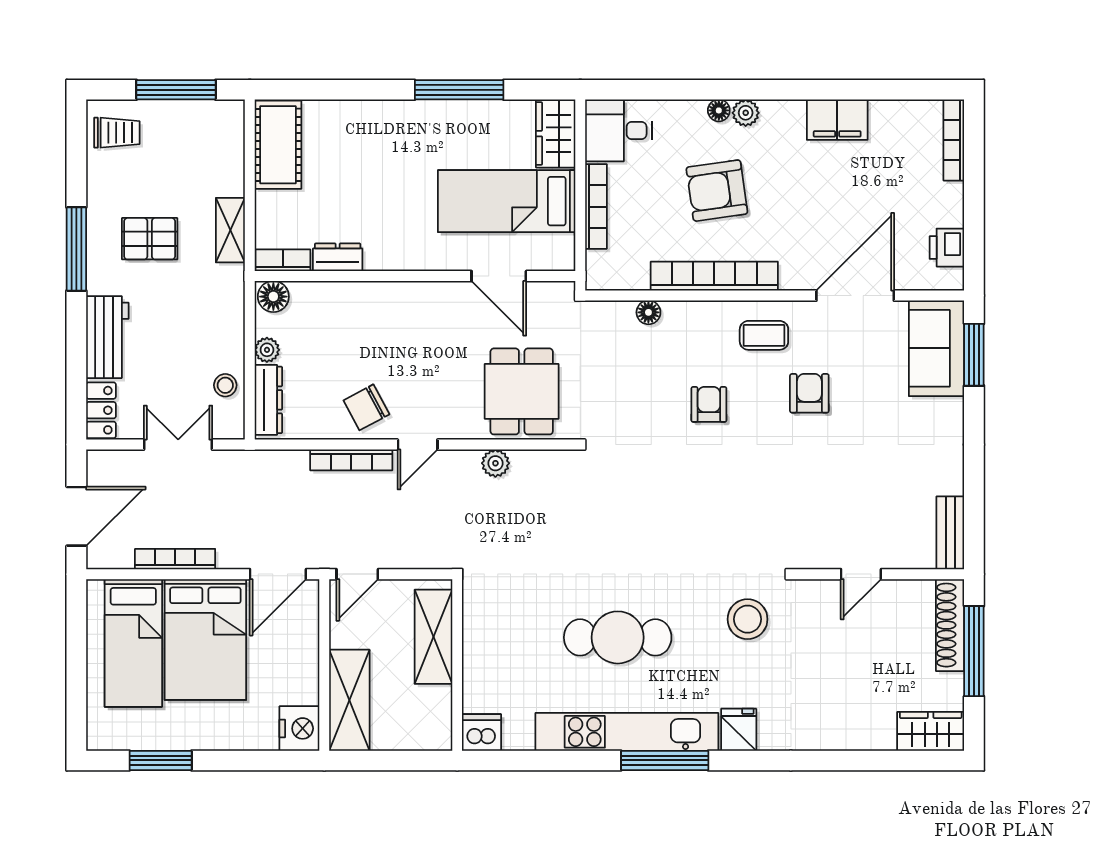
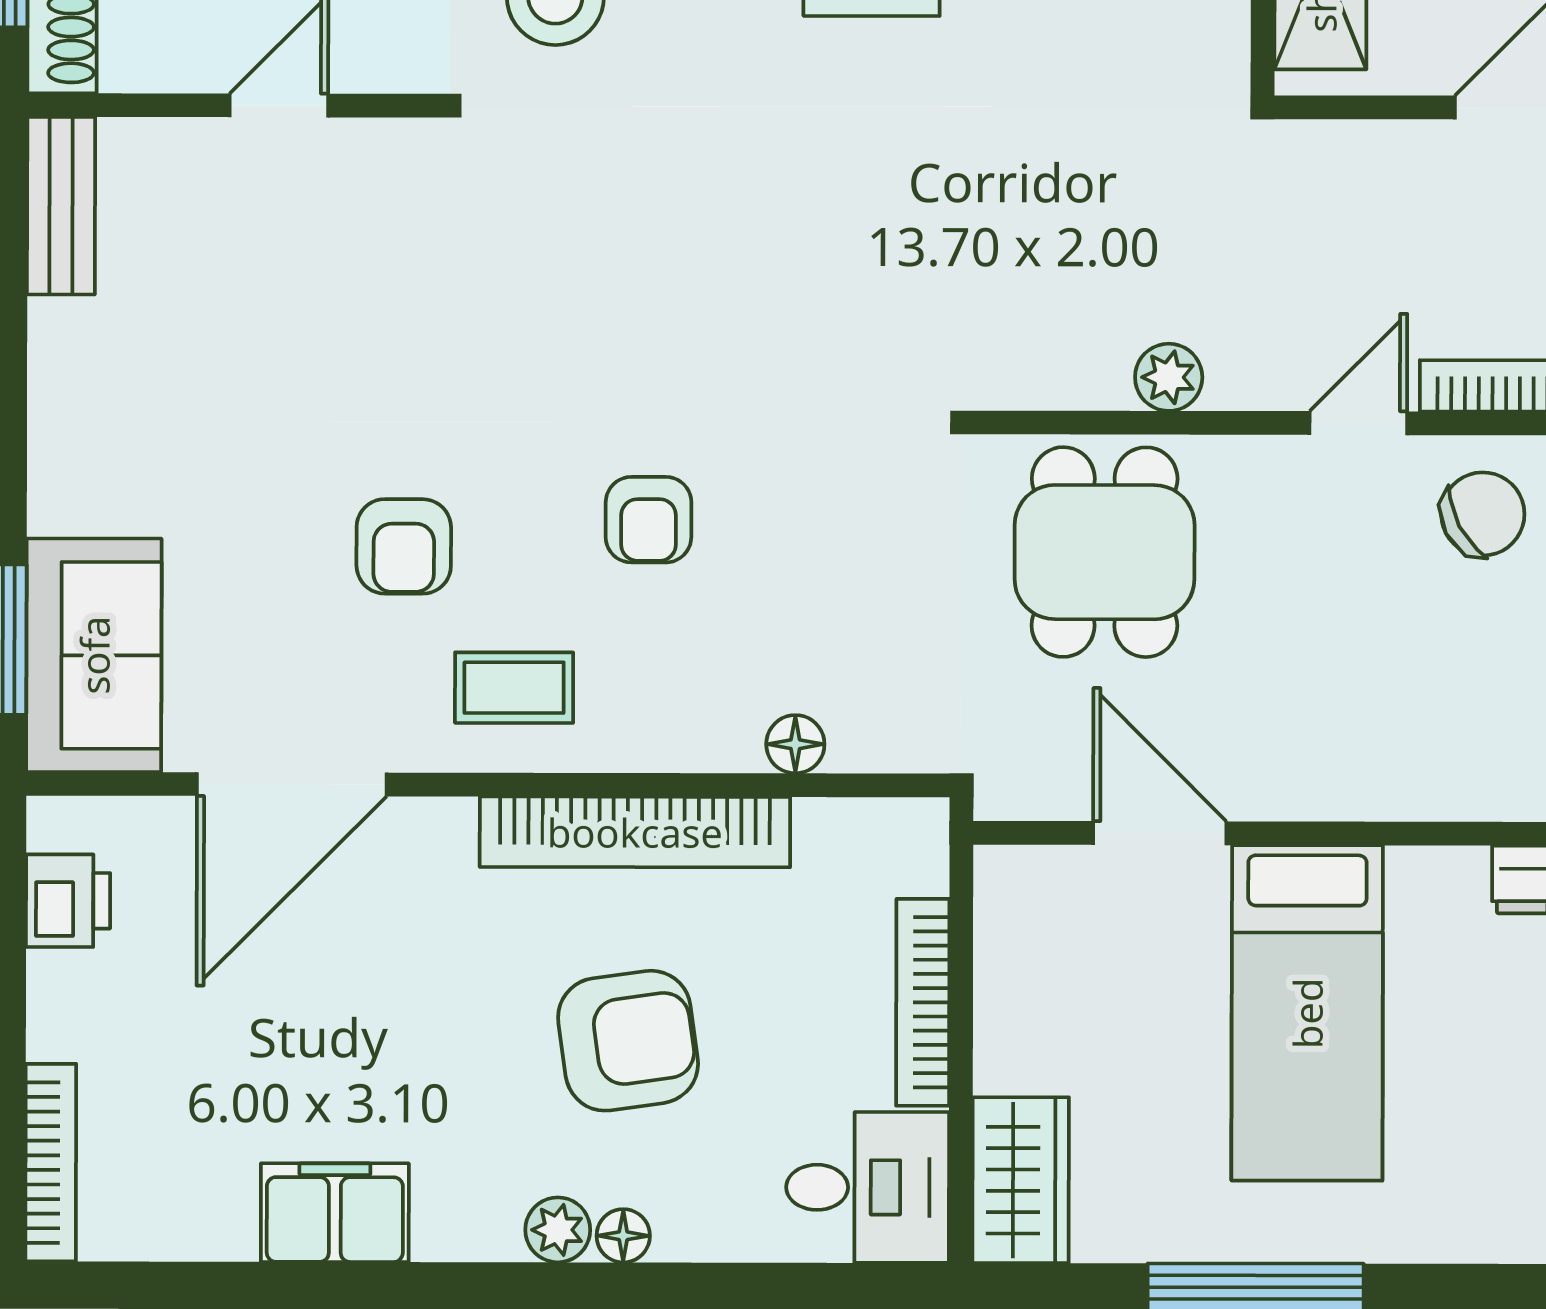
bed: (507, 201) -> (1307, 1013), moved, turned 90

